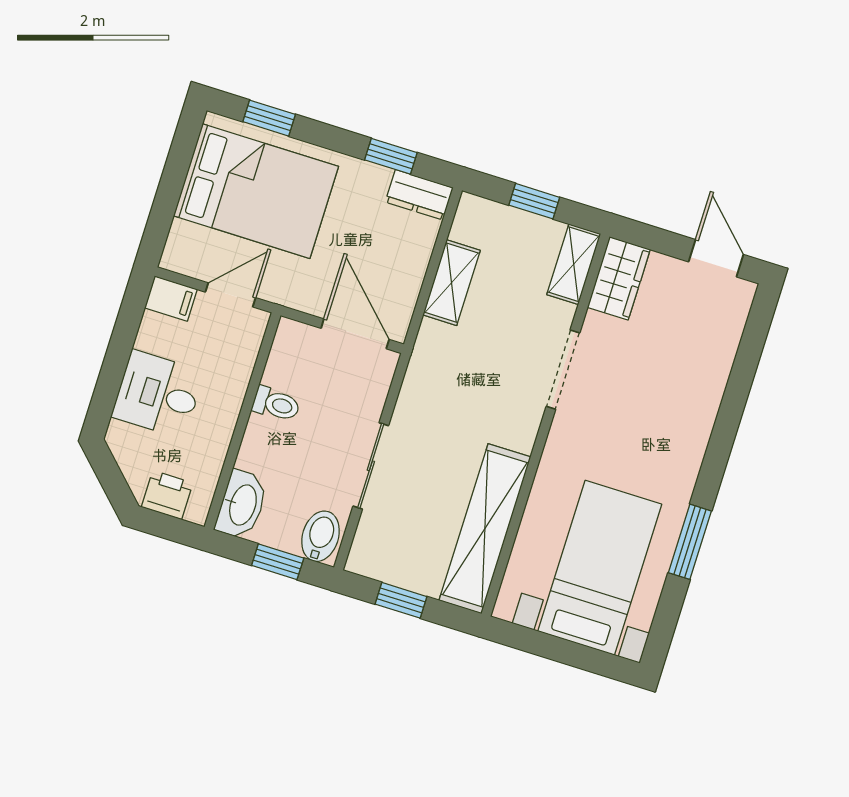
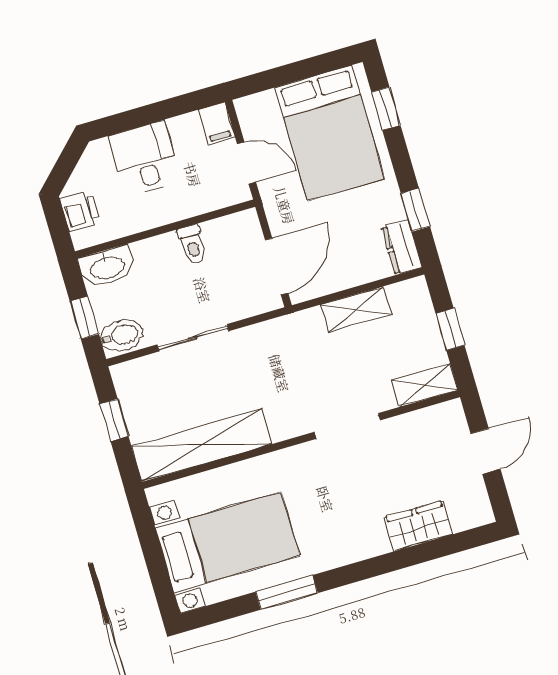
door: (716, 258) -> (485, 451), moved
wardrobe: (619, 278) -> (418, 526), moved, turned 180

